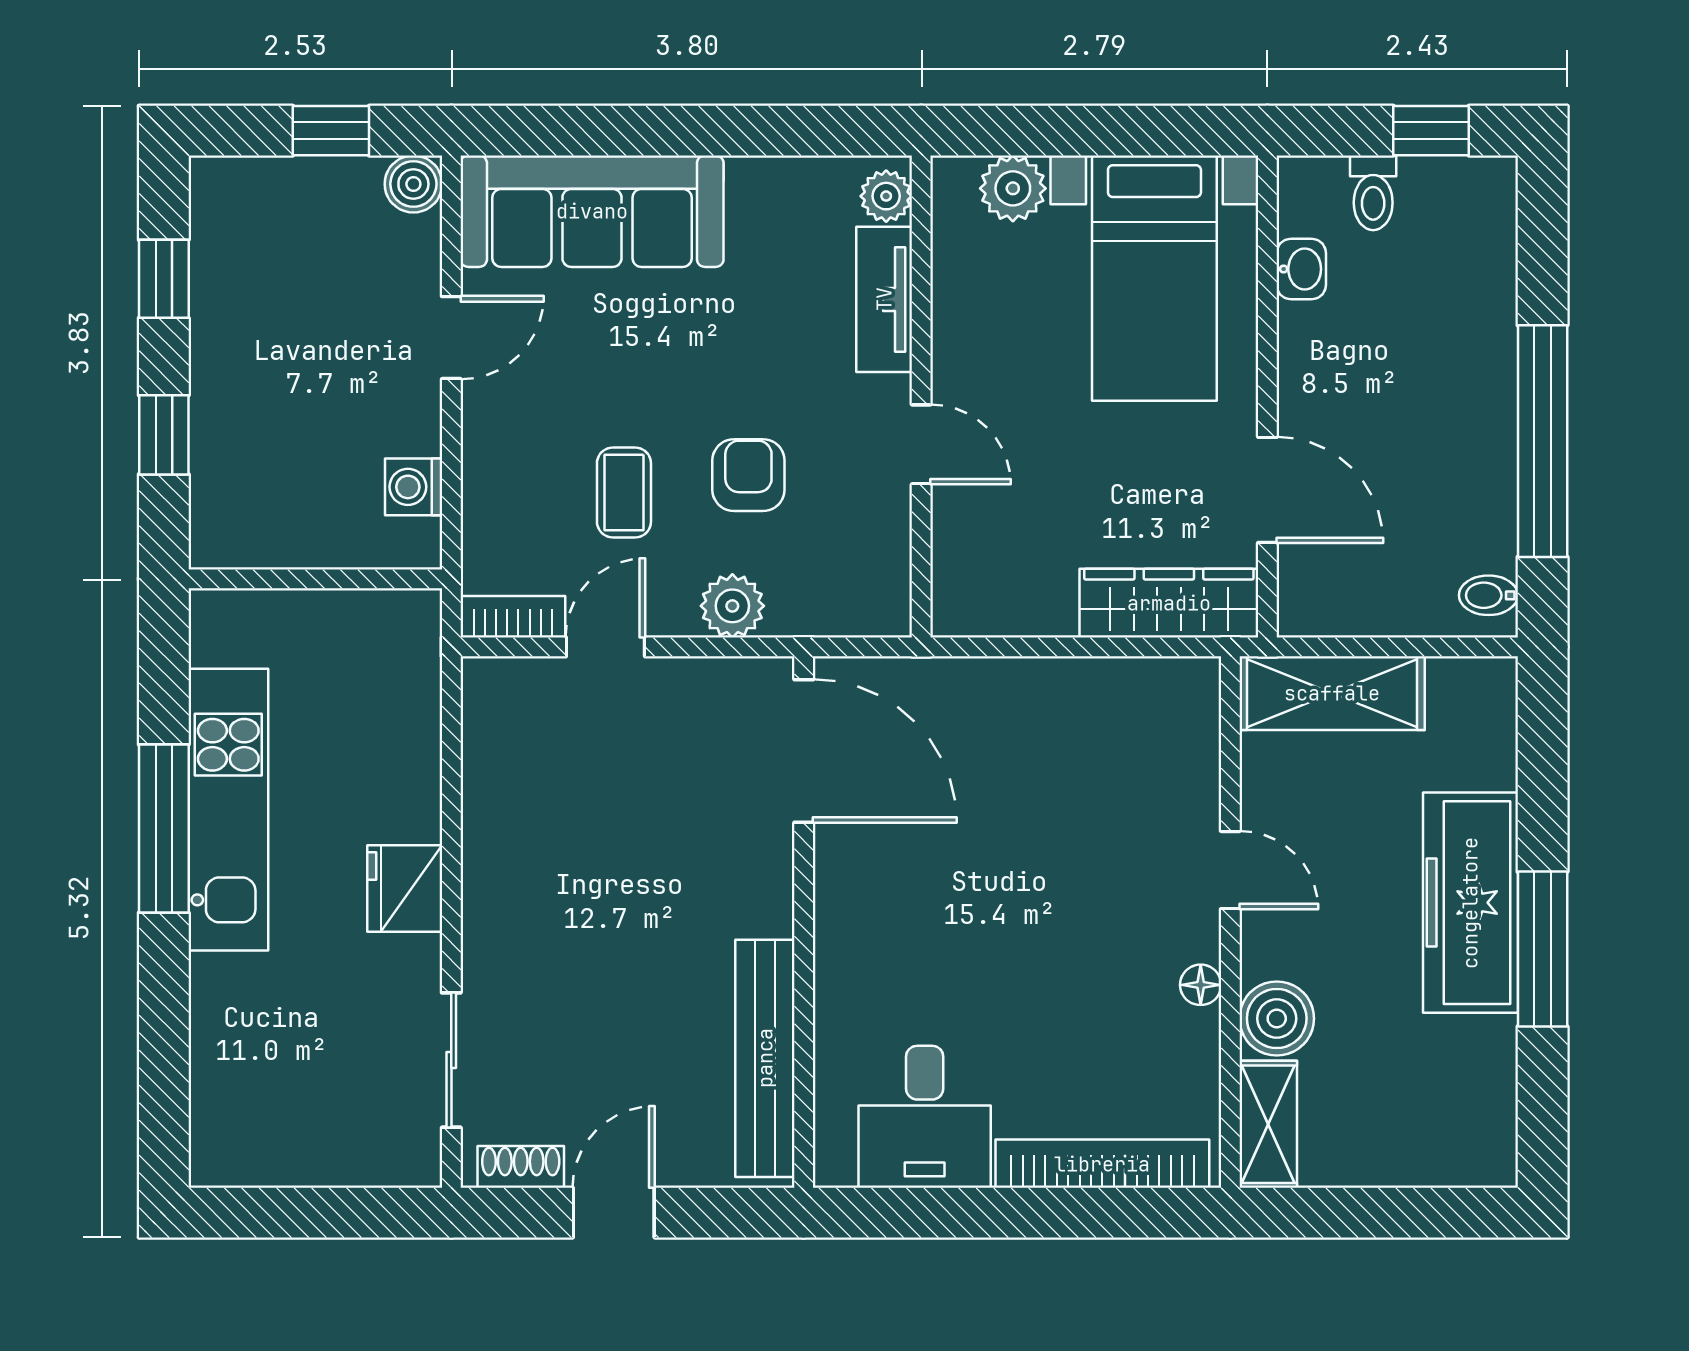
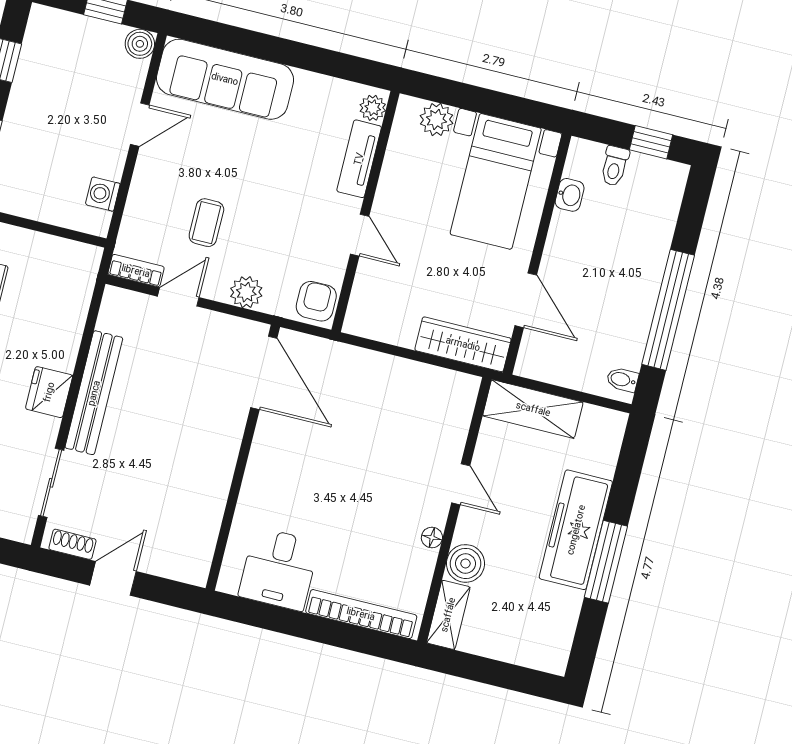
armchair: (748, 475) -> (316, 301), moved
bench: (765, 1058) -> (94, 393), moved

